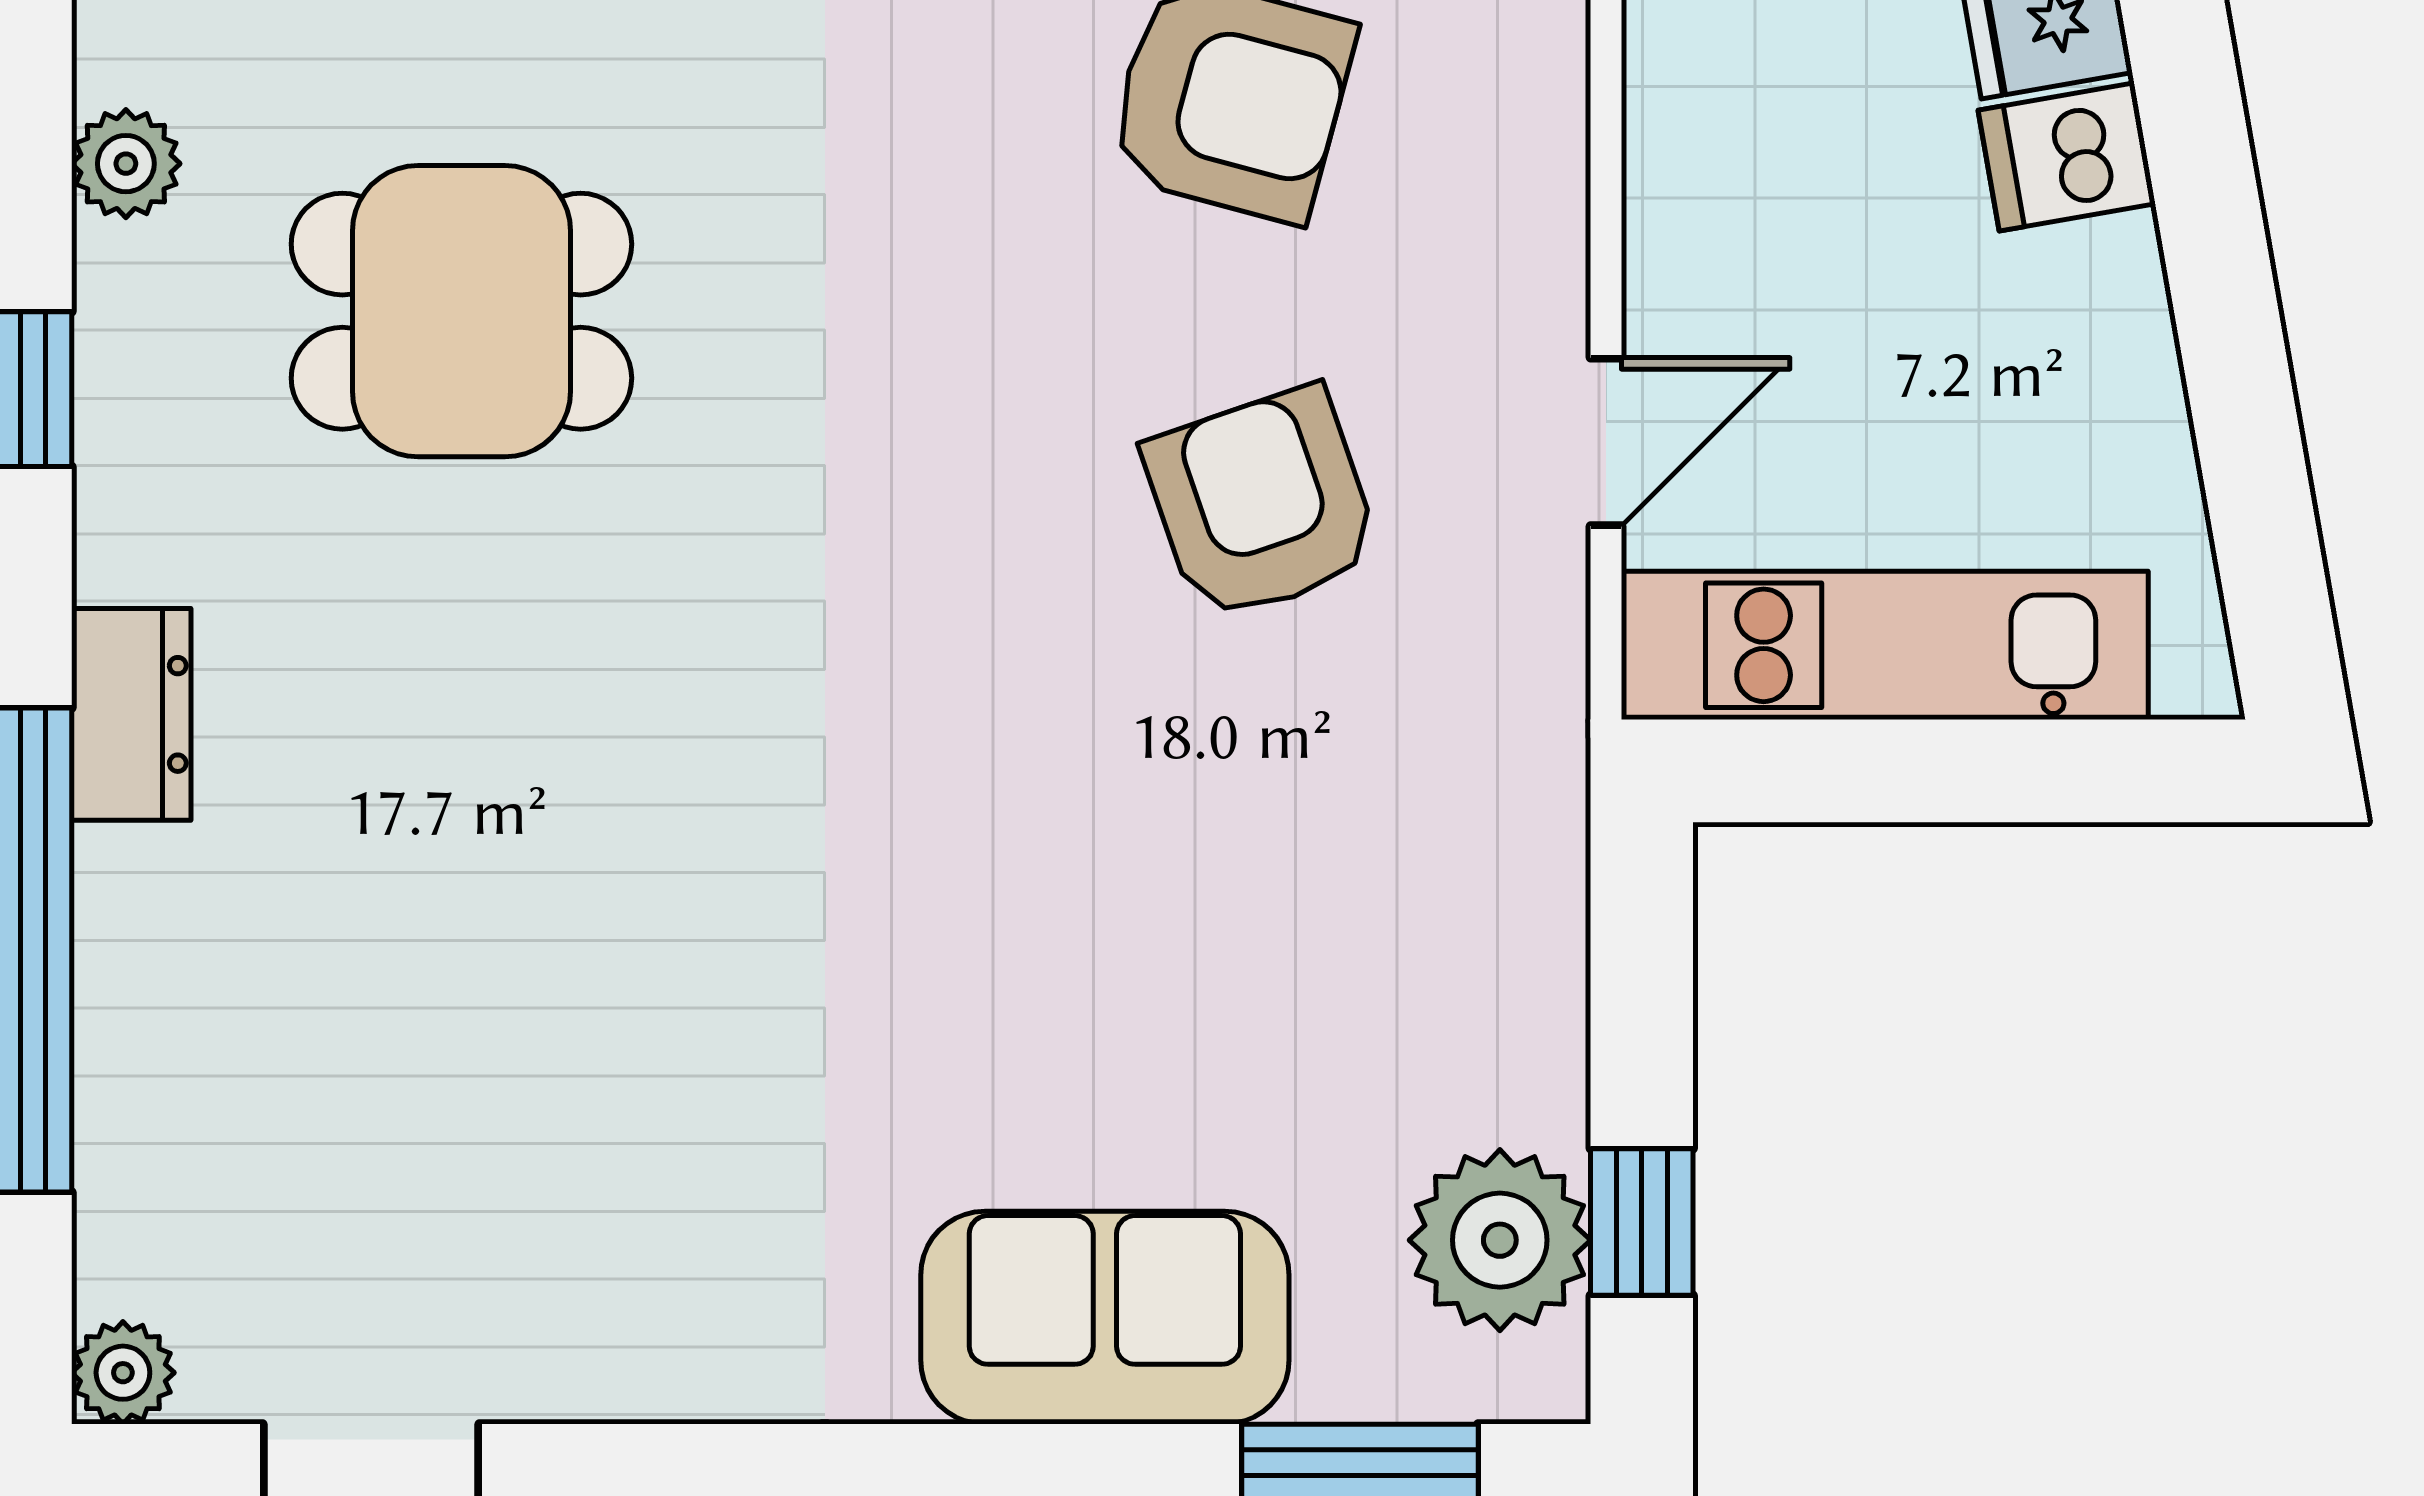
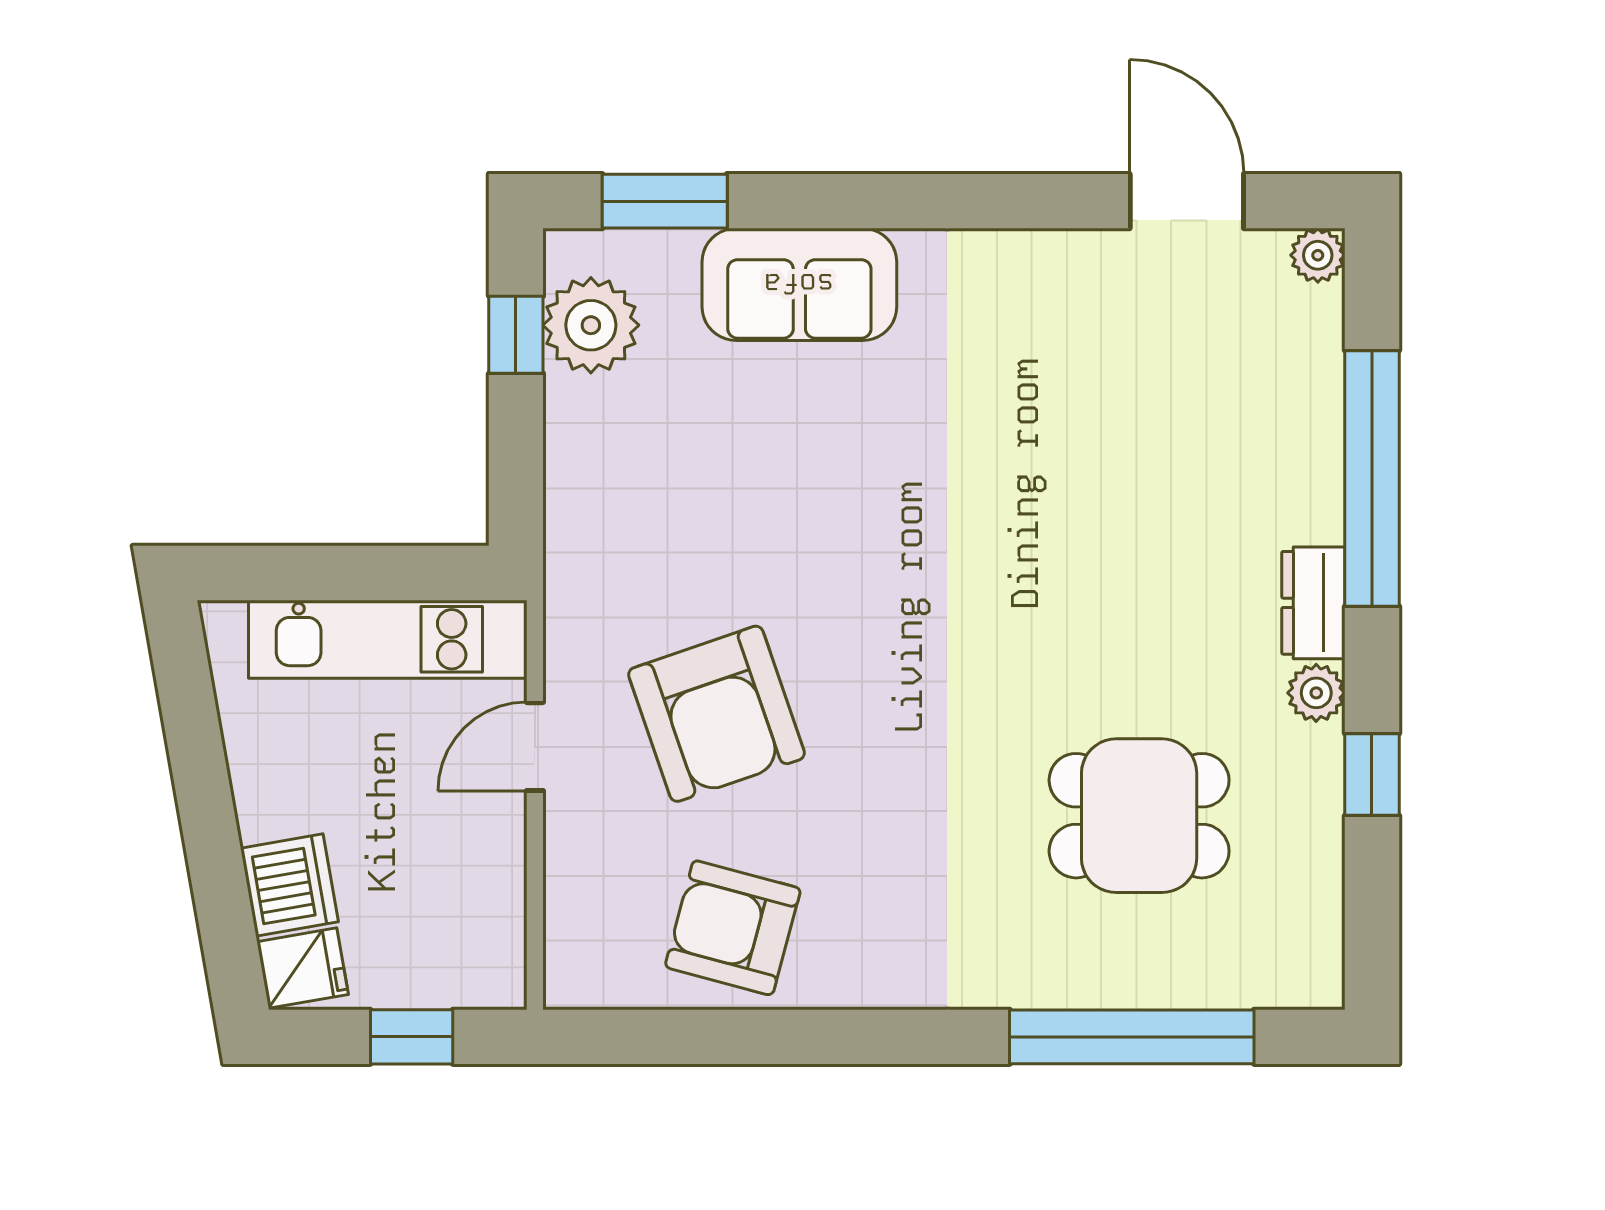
dishwasher: (2067, 157) -> (289, 885), width x1.38
plant: (126, 164) -> (1316, 693), moved
armchair: (1262, 504) -> (717, 714), width x1.36, depth x1.36

